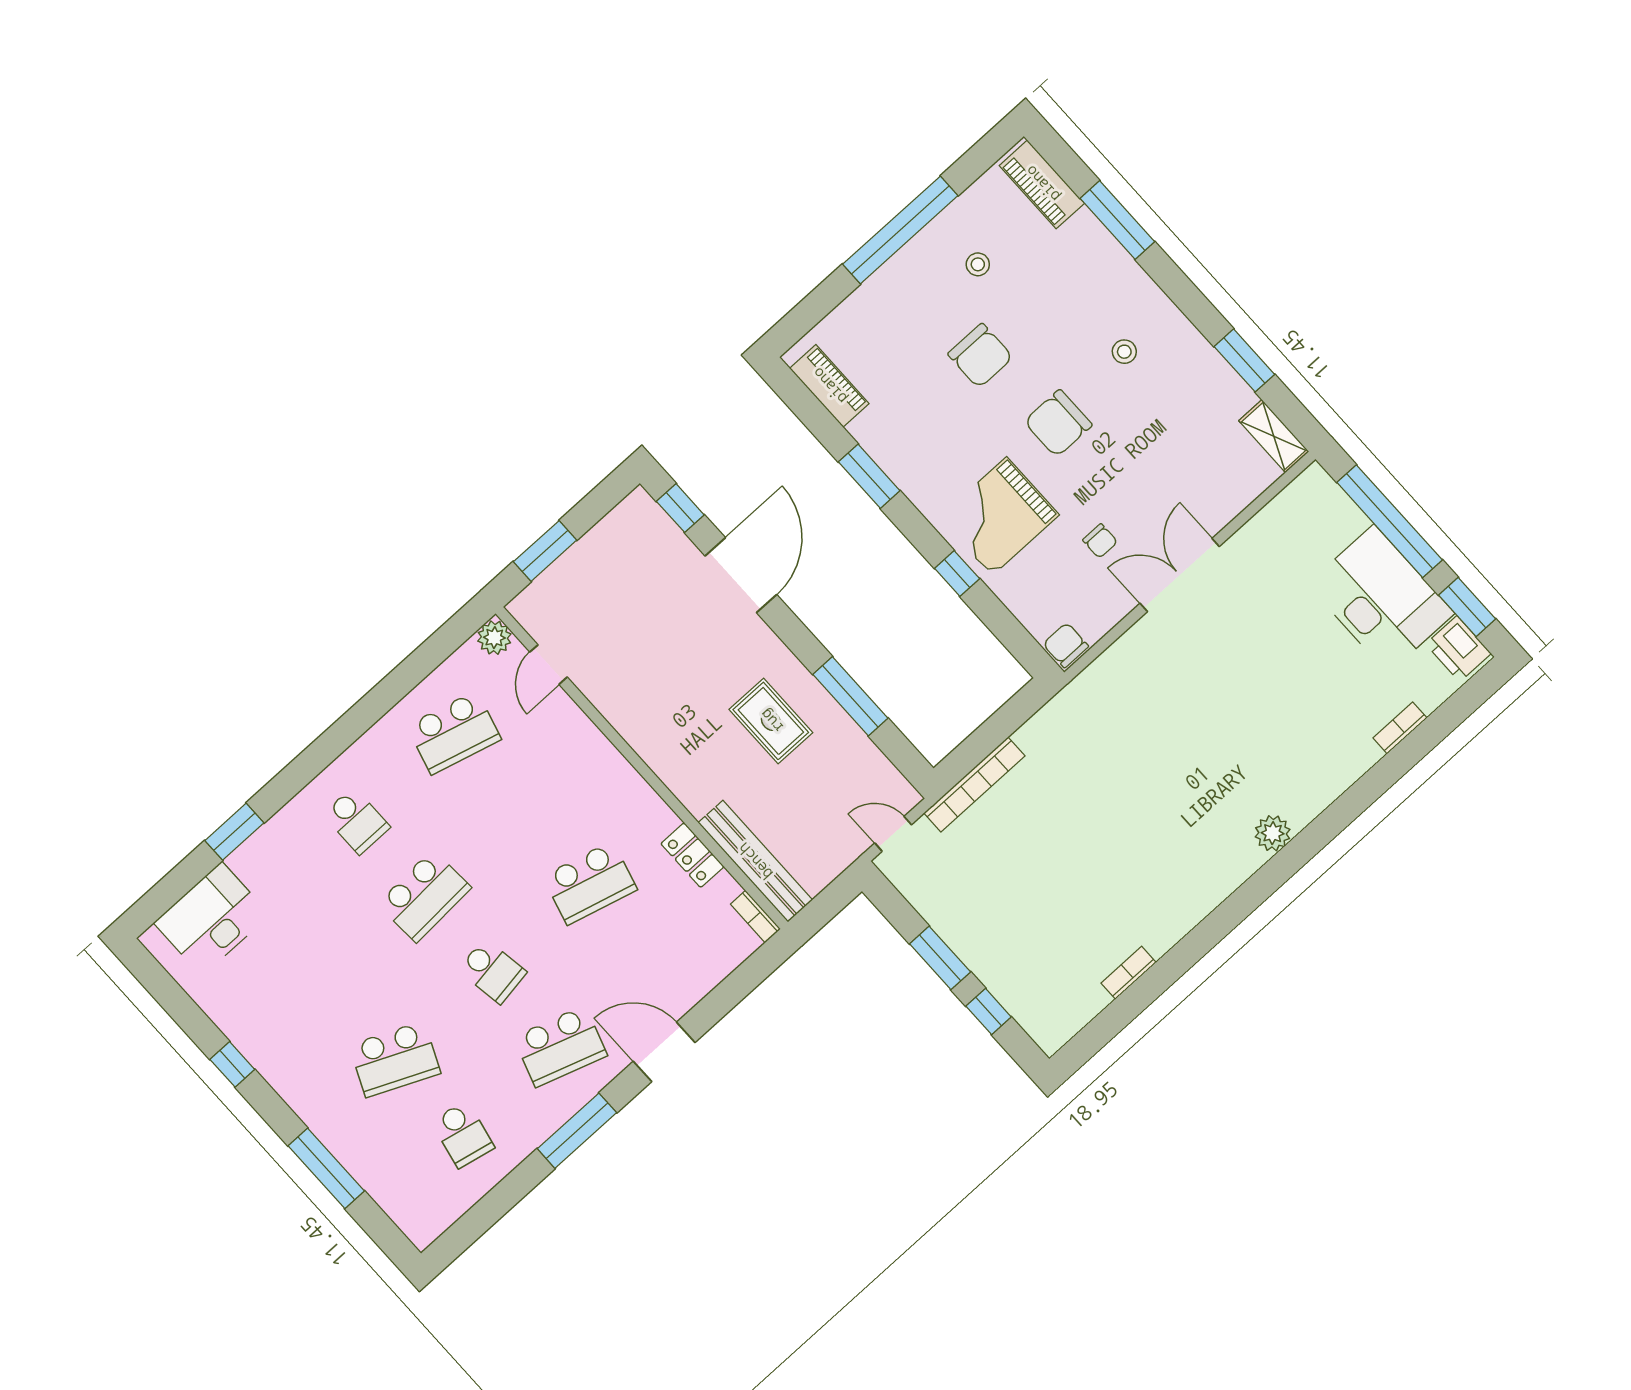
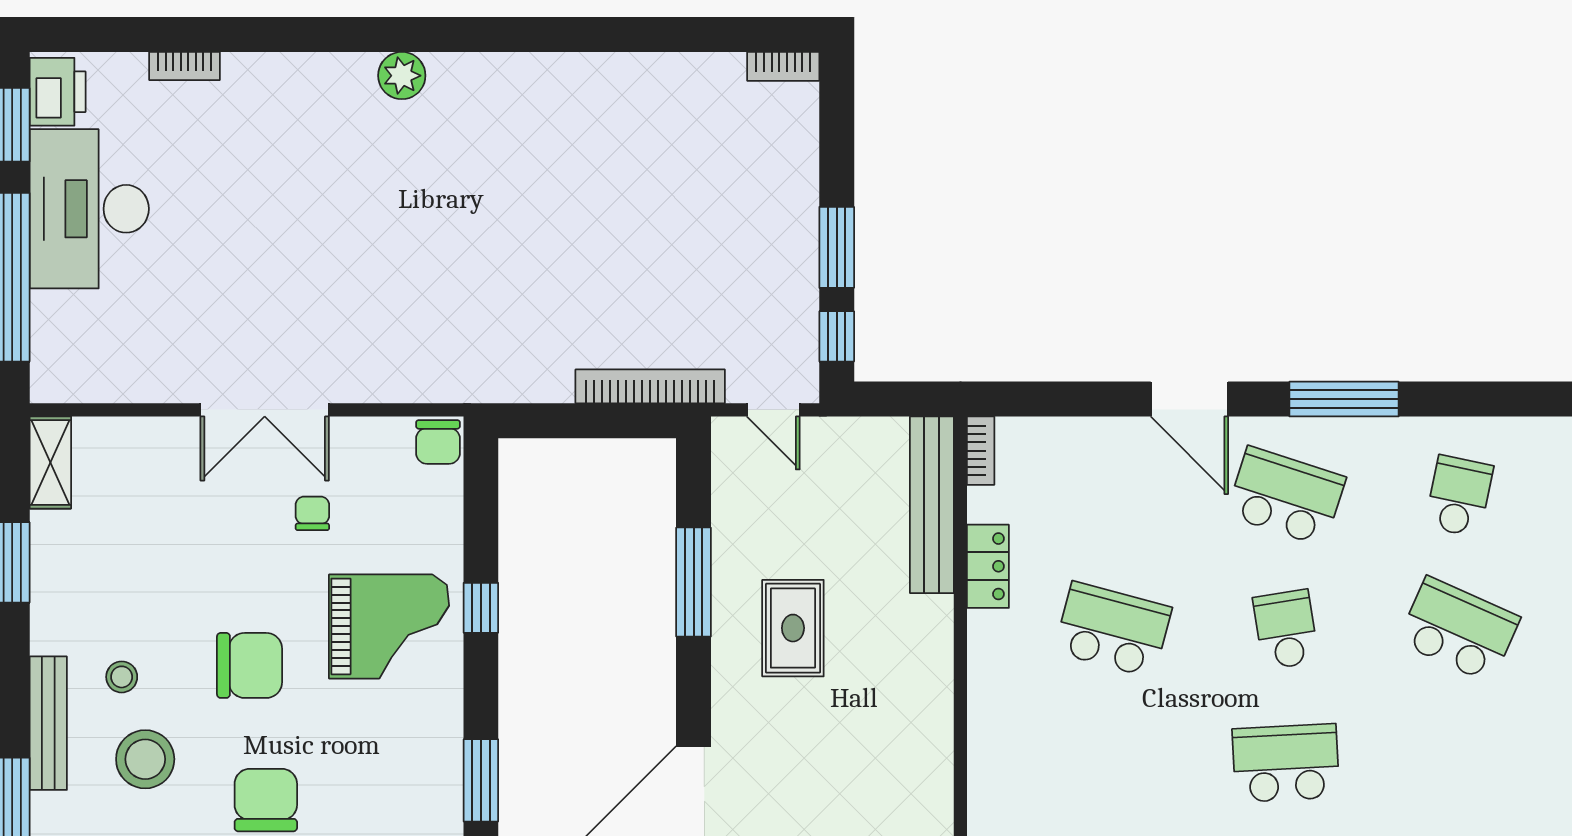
bench: (1142, 288) -> (48, 723), added
stool: (1069, 317) -> (145, 759), added
bookcase: (1129, 973) -> (783, 66), moved
window: (989, 1011) -> (837, 336), moved

